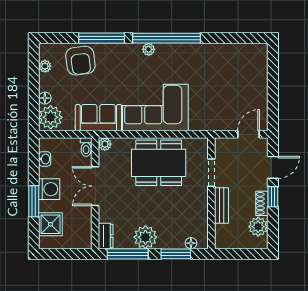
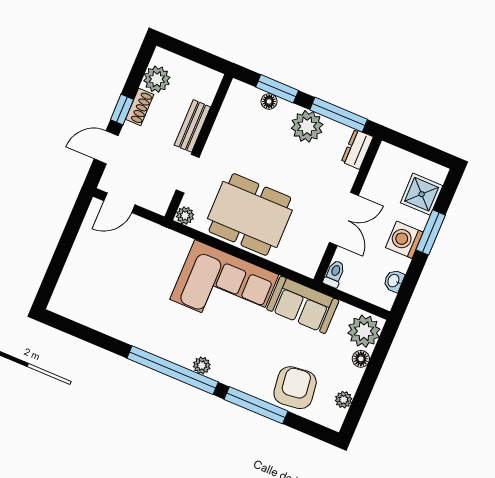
plant: (105, 144) -> (185, 216), moved
floor lamp: (191, 243) -> (269, 101), moved

